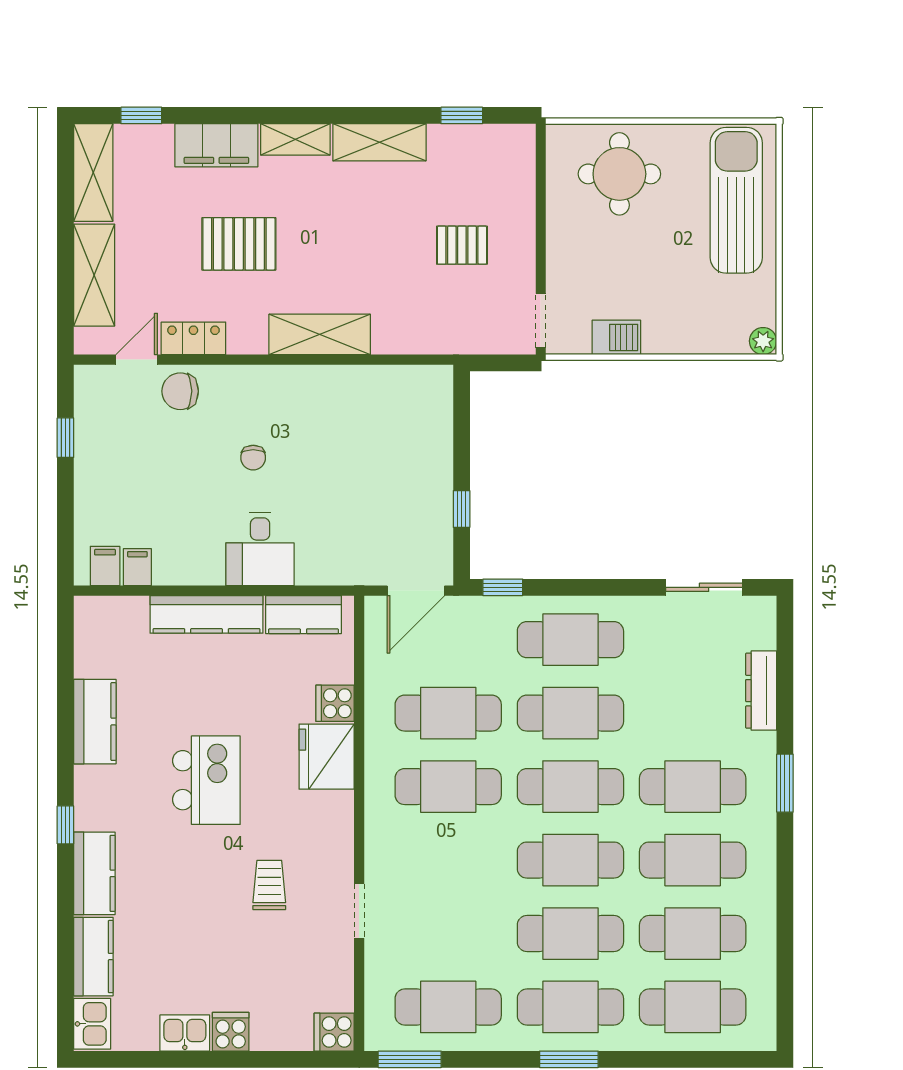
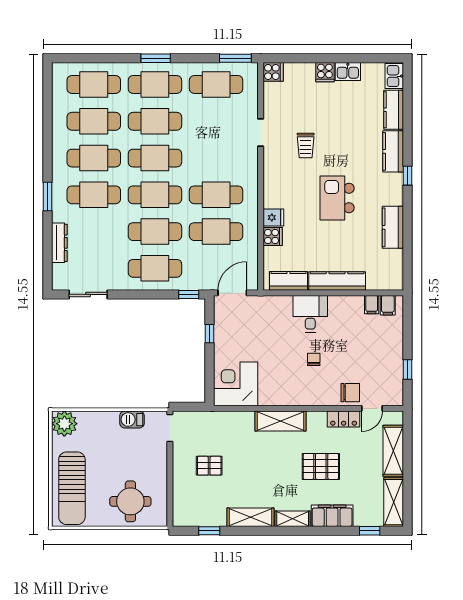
plant: (763, 341) -> (64, 424), width x1.87, depth x1.87
corner desk: (409, 409) -> (236, 384), added
fridge: (327, 757) -> (273, 217), width x0.53, depth x0.75

